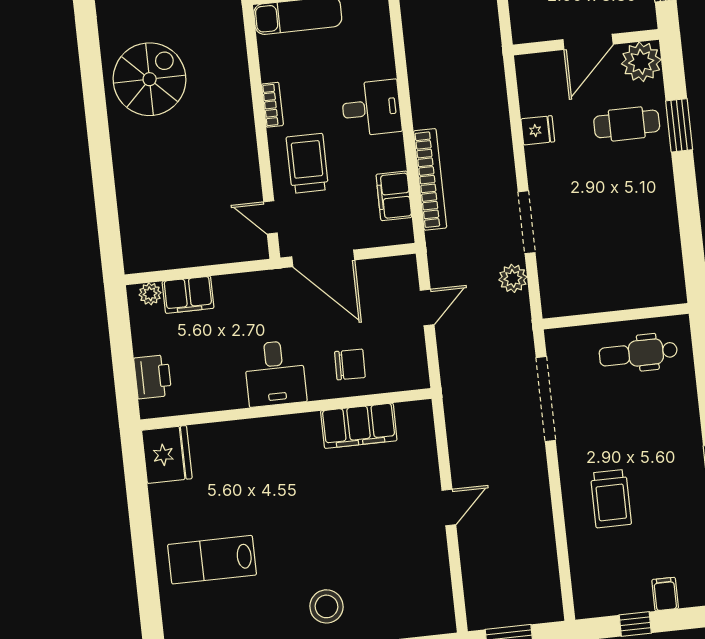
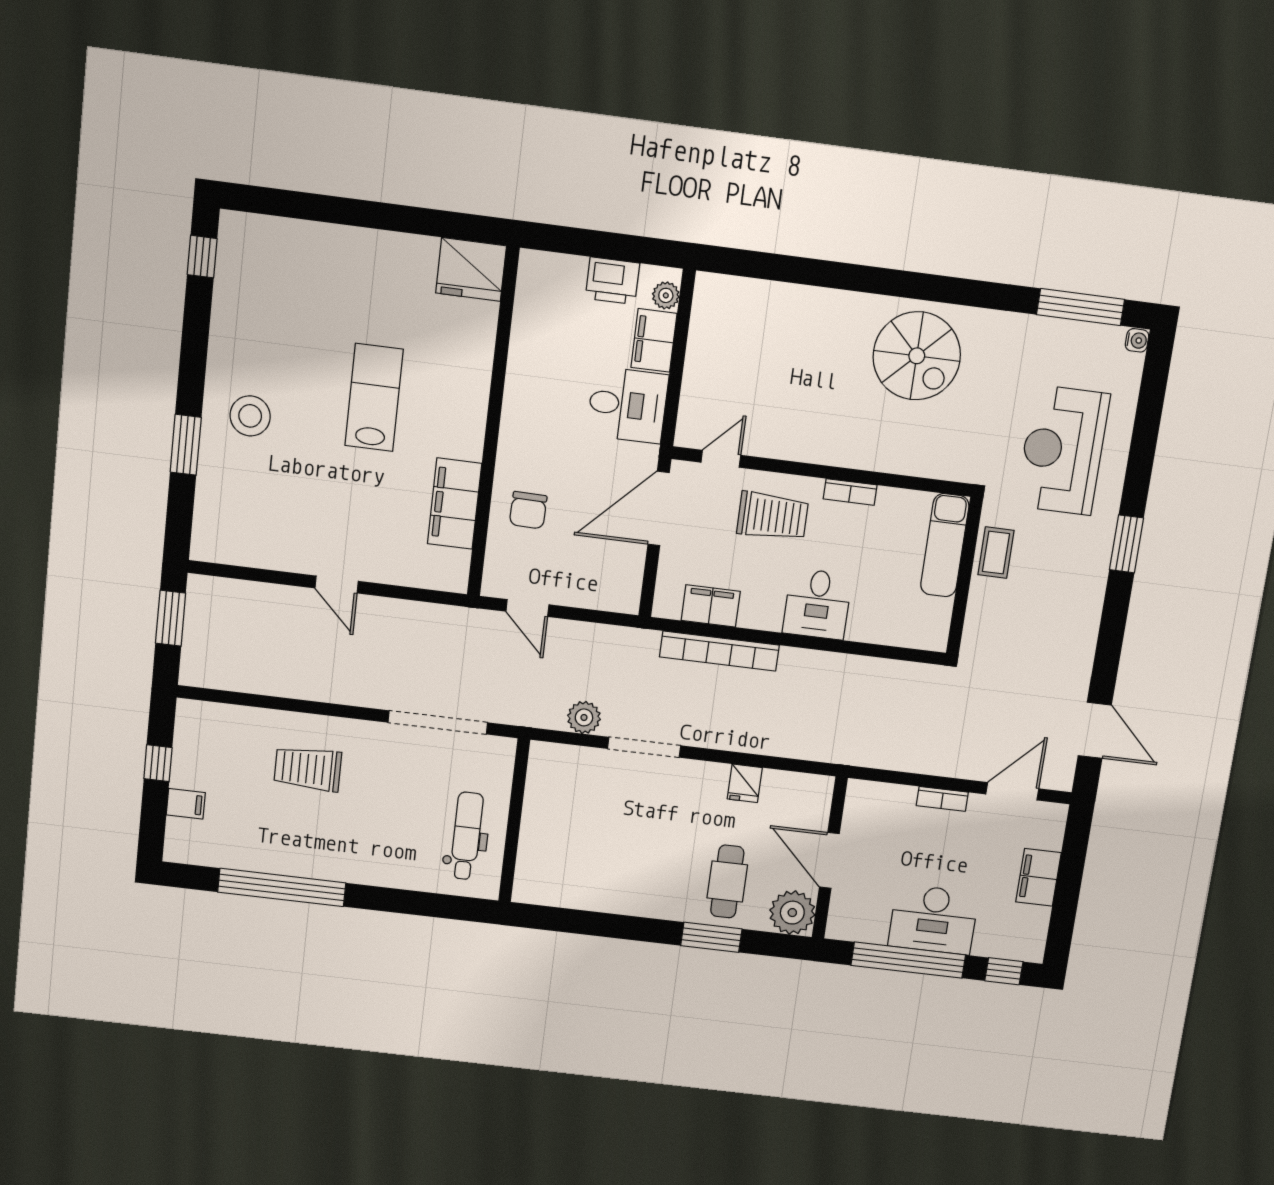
door: (427, 308) -> (528, 608), moved
desk: (275, 373) -> (627, 405), moved, turned 180
printer: (153, 377) -> (612, 281), moved
lab bench: (212, 560) -> (374, 398), moved

